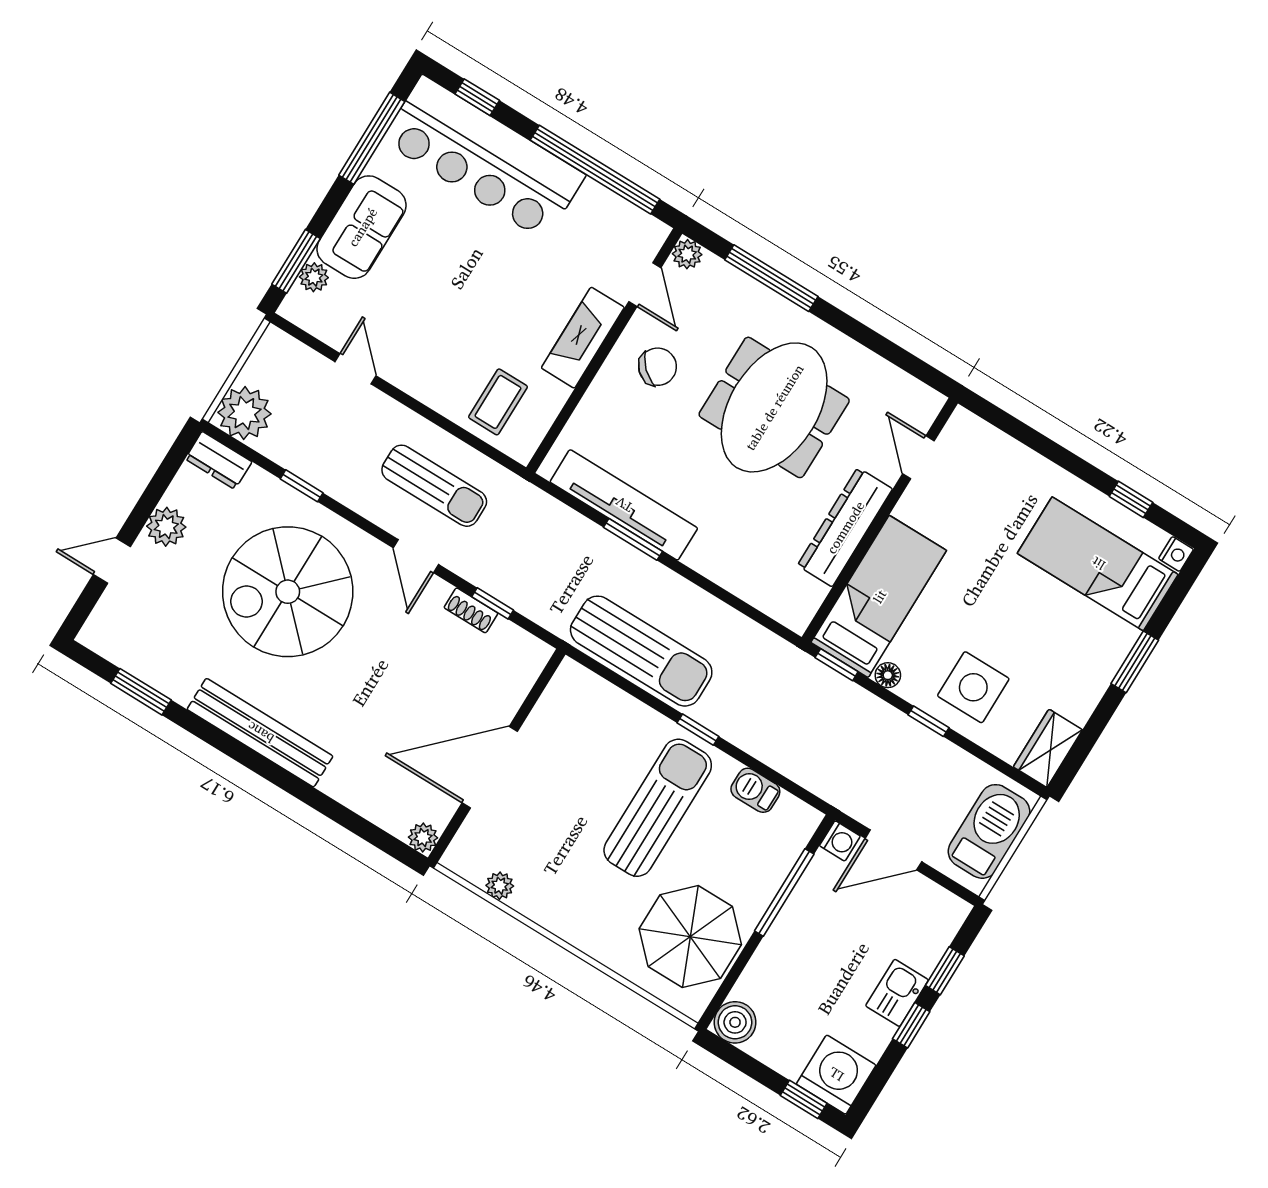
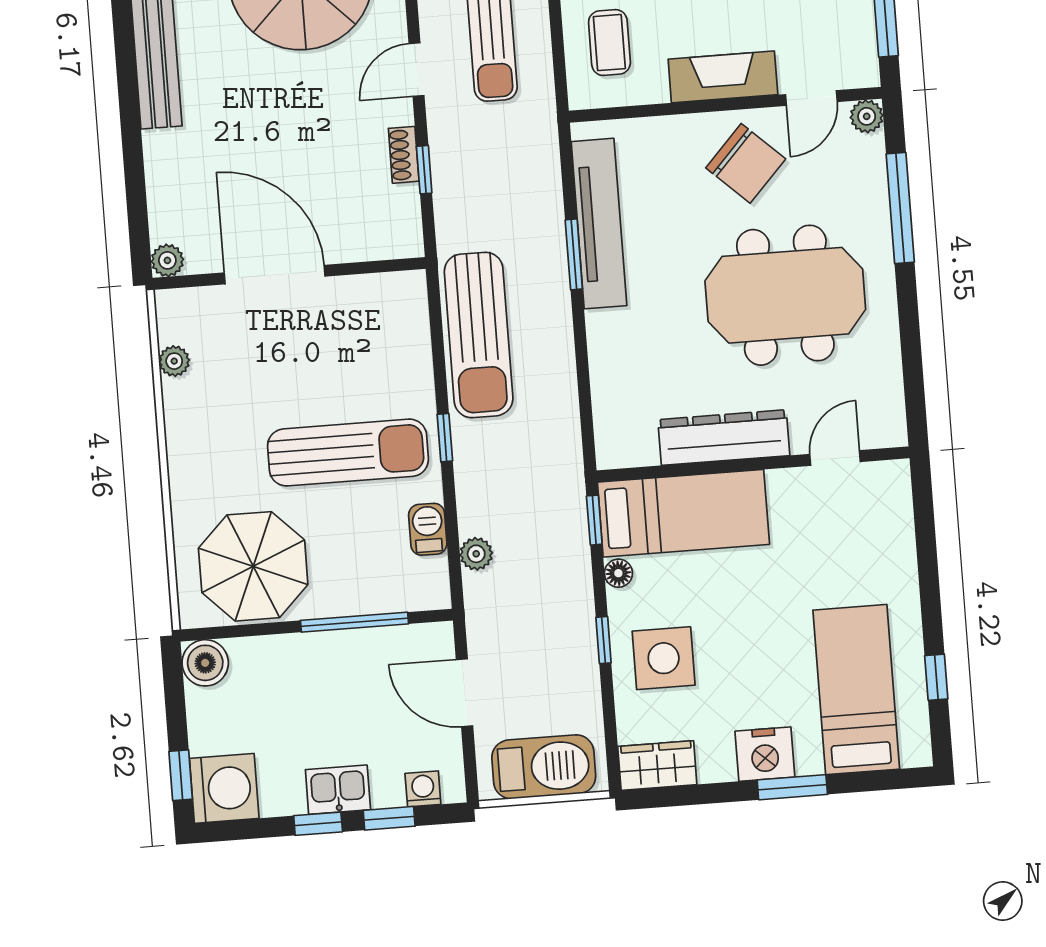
chair: (658, 367) -> (746, 163), width x1.37, depth x1.37
coffee table: (498, 402) -> (609, 43), turned 90
nightstand: (1176, 554) -> (765, 754), moved, width x1.89, depth x1.79
plant: (799, 768) -> (476, 554), added
washing machine: (840, 841) -> (423, 789), moved, turned 180

